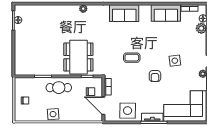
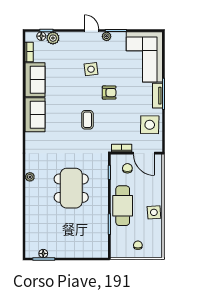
sofa: (124, 13) -> (35, 115), moved
dining table: (78, 57) -> (71, 188), moved, turned 90
cafe table: (59, 88) -> (123, 206), width x1.37, depth x1.35
door: (103, 106) -> (144, 153), hinge flipped

